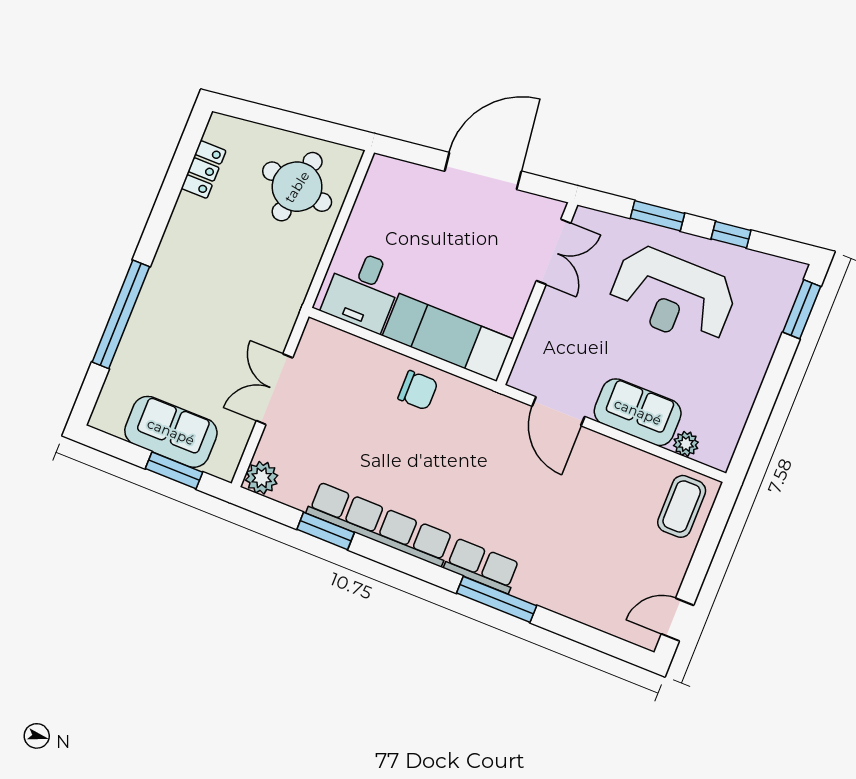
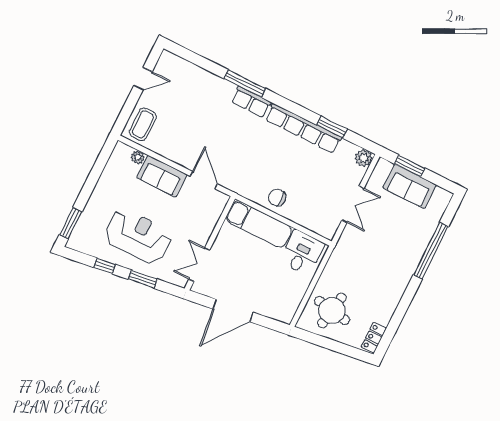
locker: (204, 169) -> (374, 338), moved
door: (678, 620) -> (143, 79), moved

